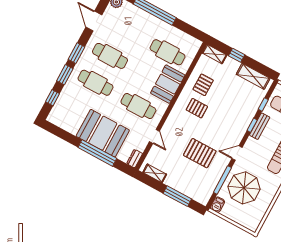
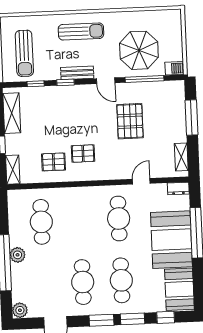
plant: (155, 23) -> (18, 255), added
booth: (168, 84) -> (179, 289), moved, turned 90
pallet: (197, 108) -> (83, 154), turned 90
bench: (260, 126) -> (77, 73), moved

